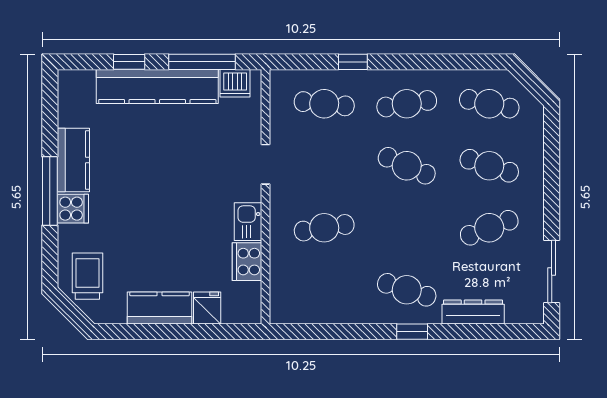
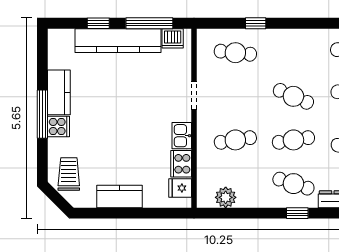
cafe table: (407, 104) -> (293, 140), moved
fridge: (207, 308) -> (180, 188), moved, turned -90
plant: (310, 309) -> (226, 197), added

